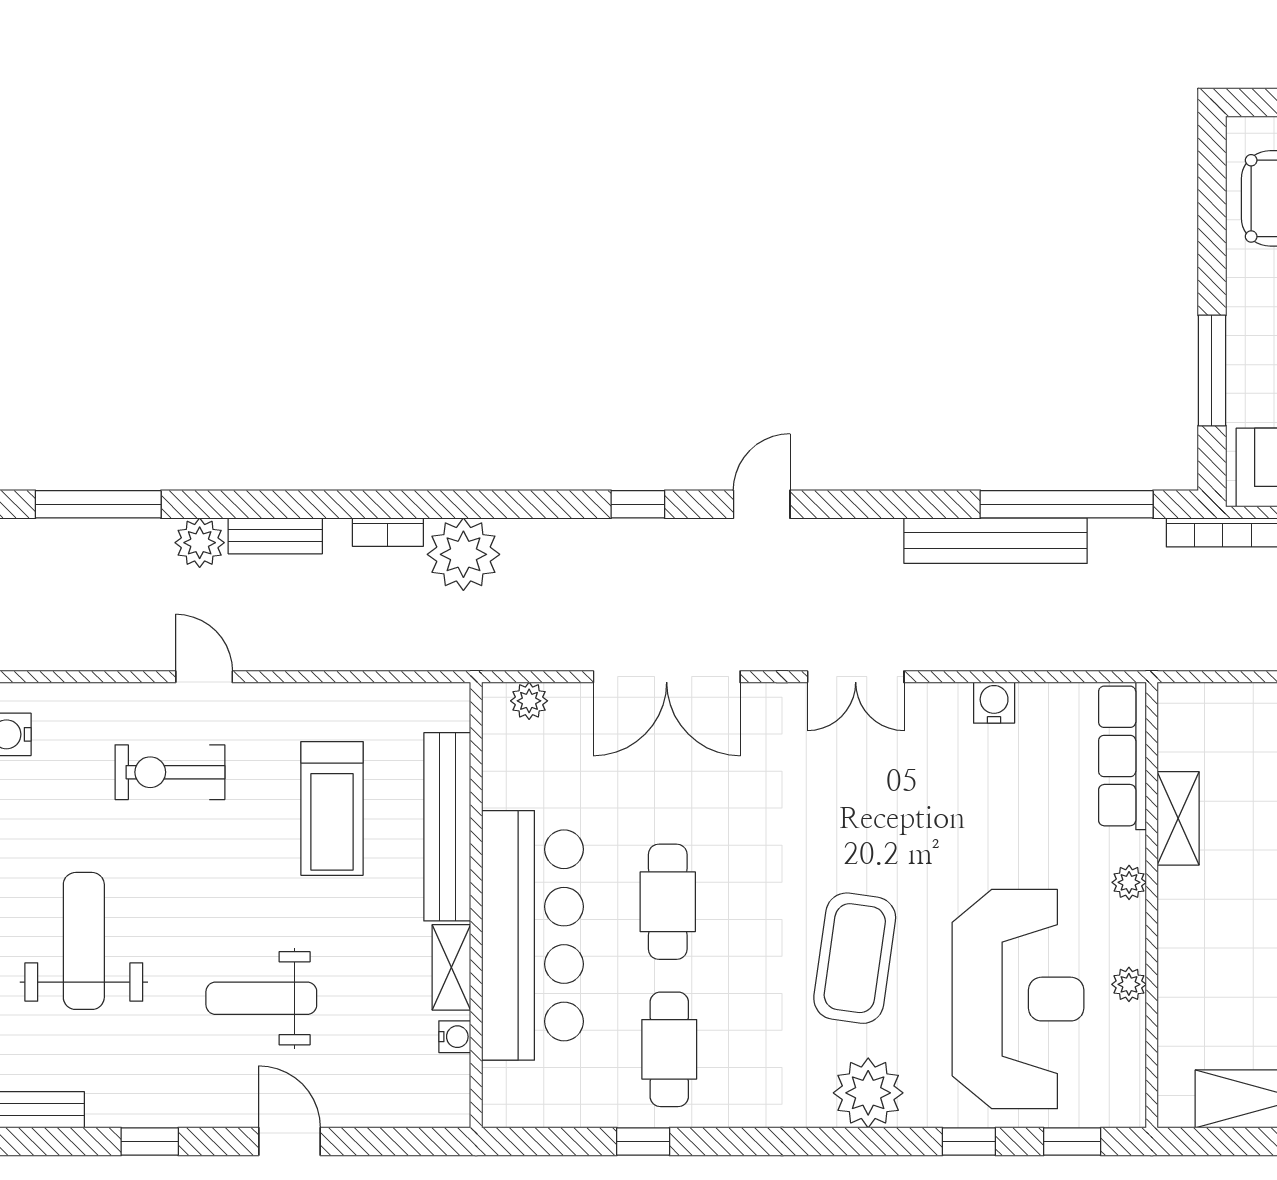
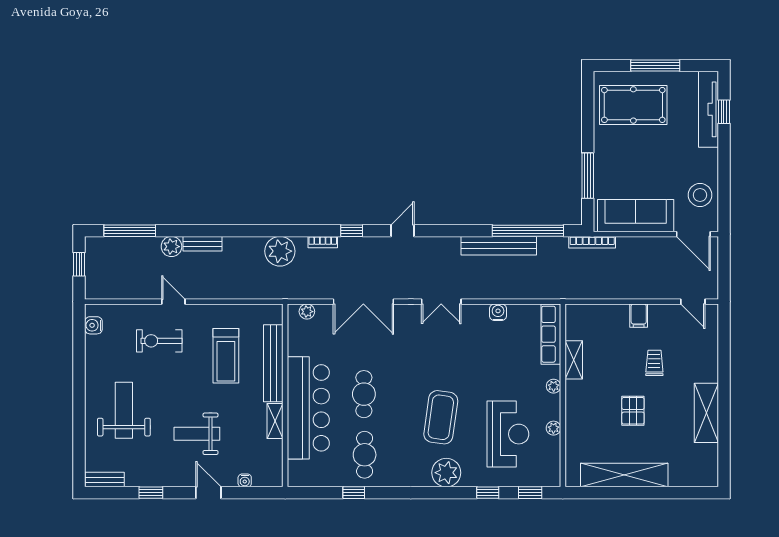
bookcase: (388, 532) -> (323, 242), moved
reception desk: (1018, 999) -> (508, 434), width x0.74, depth x0.77
water cooler: (455, 1037) -> (245, 480), moved, turned 90

